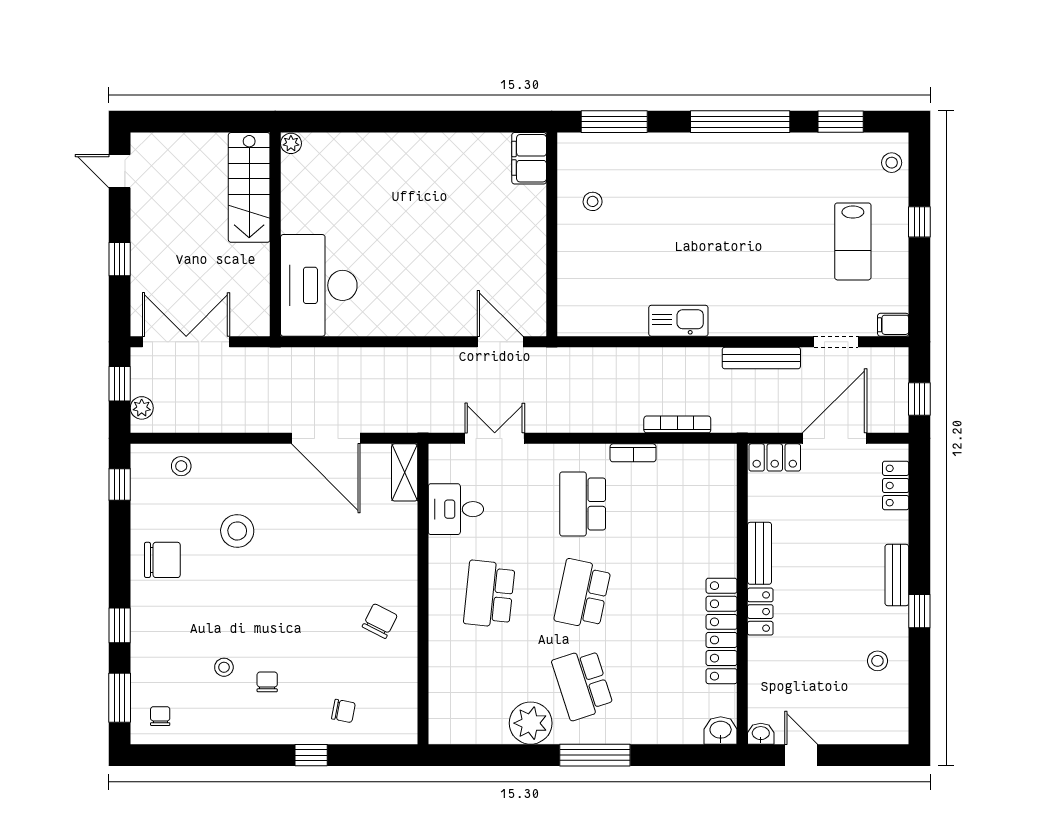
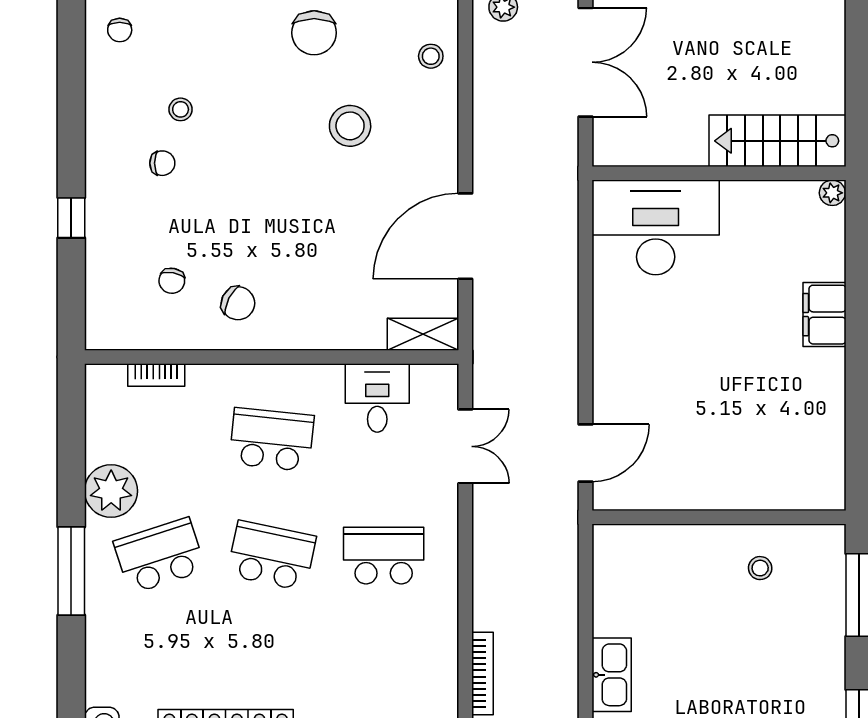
filing cabinet: (529, 158) -> (825, 315), moved, turned -90
bookcase: (633, 453) -> (156, 375), moved, turned -90
chair: (343, 711) -> (172, 281), moved
chair: (160, 716) -> (120, 30), turned 90

